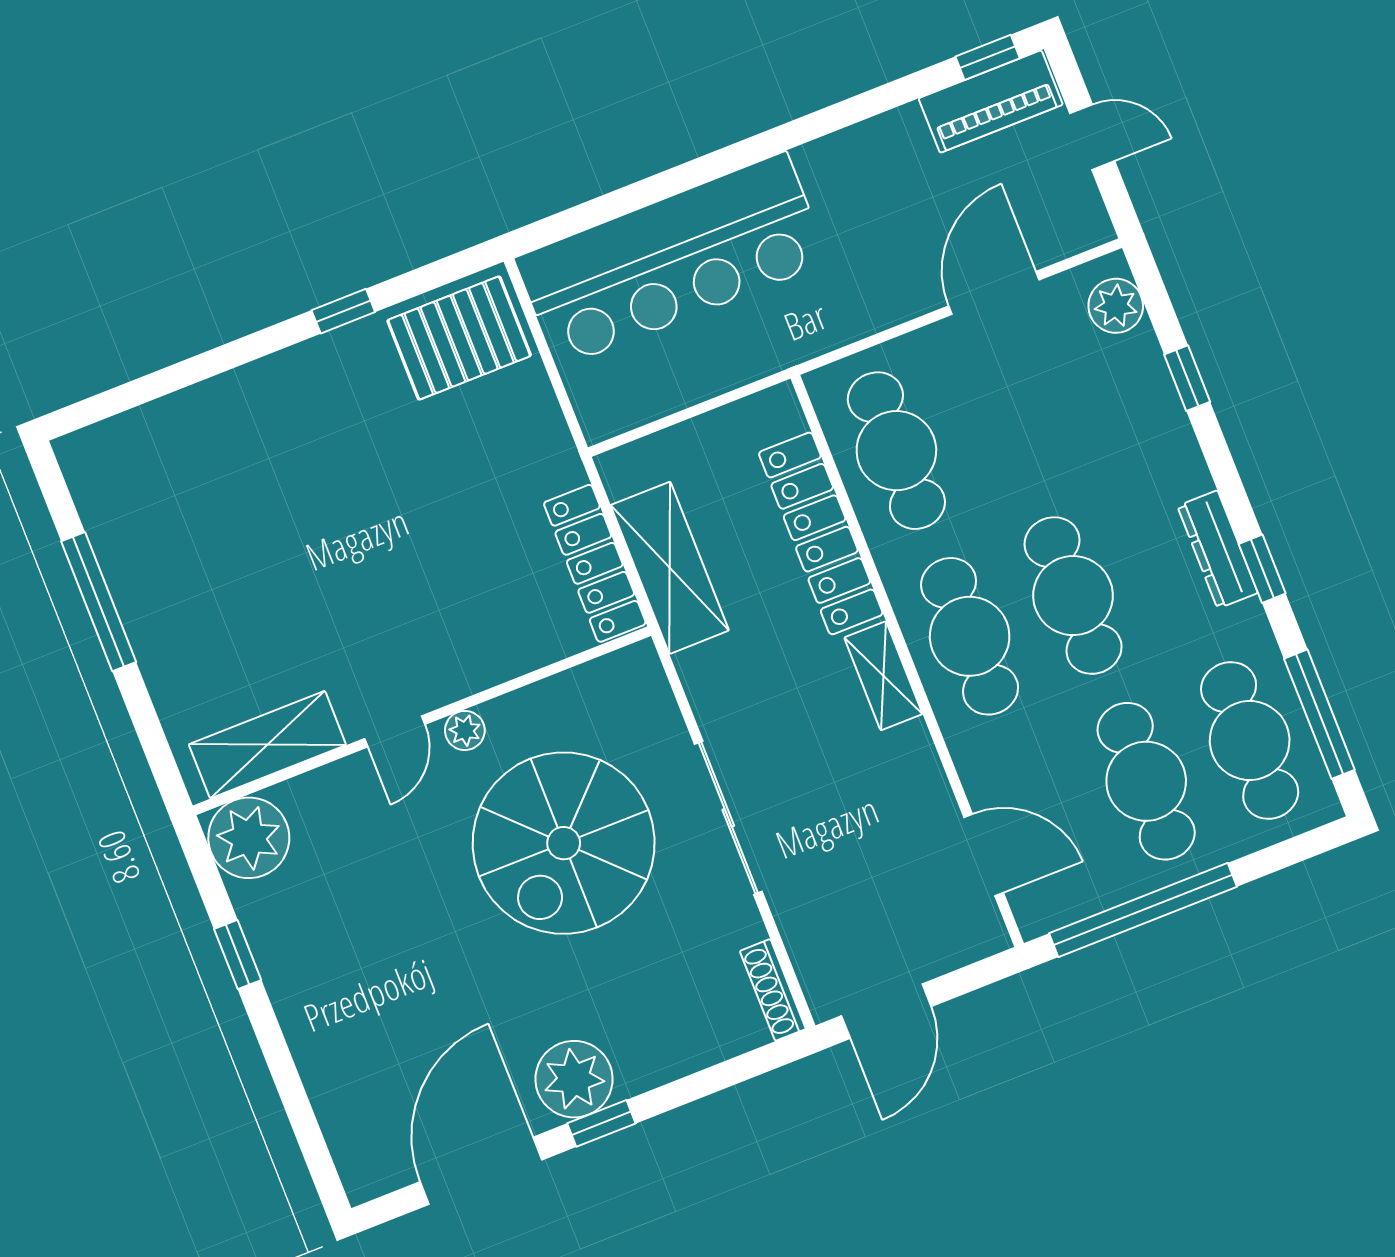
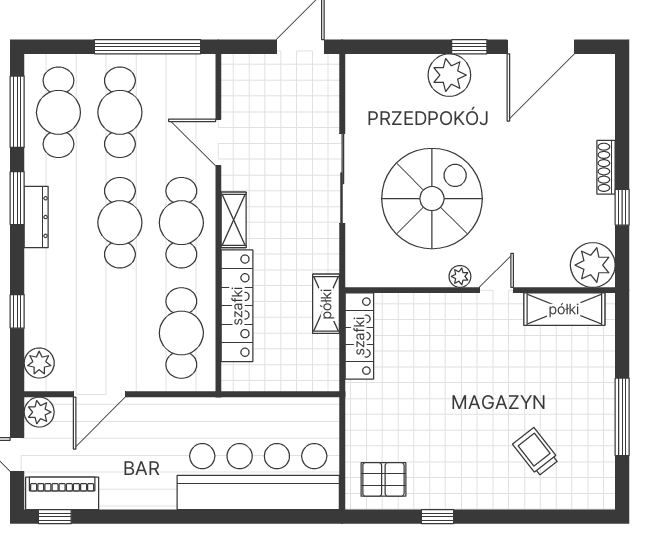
plant: (1083, 223) -> (39, 412), added
pallet: (459, 338) -> (383, 479), width x0.67, depth x0.71
trolley: (221, 485) -> (536, 452), added
shelving: (670, 568) -> (326, 304), width x0.67, depth x0.75
window: (1262, 569) -> (17, 198), width x1.50
door: (984, 855) -> (218, 142), moved
shoe rack: (773, 990) -> (606, 167), moved, turned 180
plant: (574, 1079) -> (449, 75), moved

